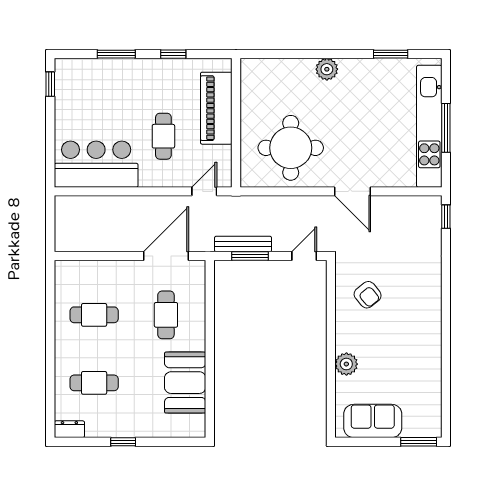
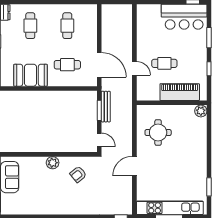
plant: (327, 69) -> (201, 111), moved
round table: (291, 148) -> (158, 133), width x0.73, depth x0.73
bar counter: (96, 164) -> (184, 17), moved, turned 90
door: (204, 191) -> (134, 68), moved
plant: (346, 364) -> (53, 163), moved

